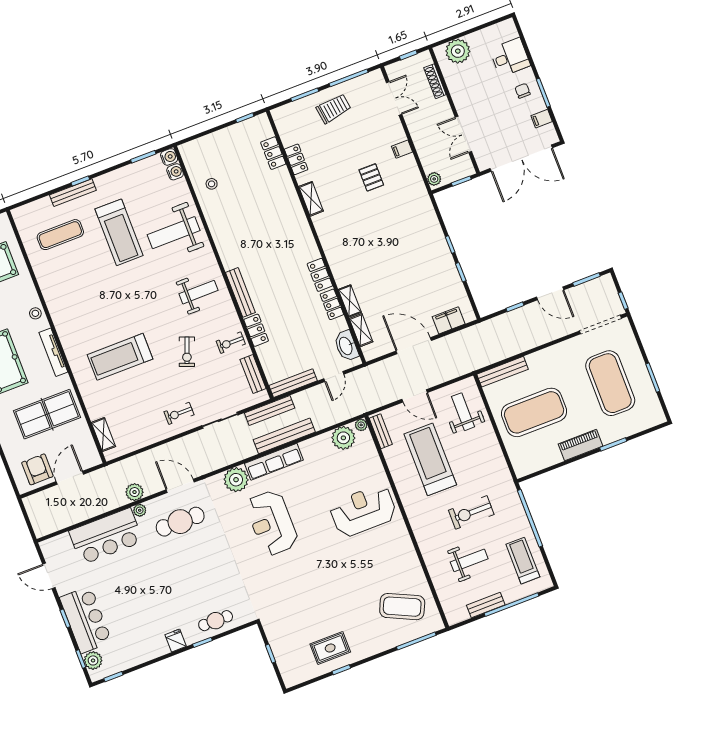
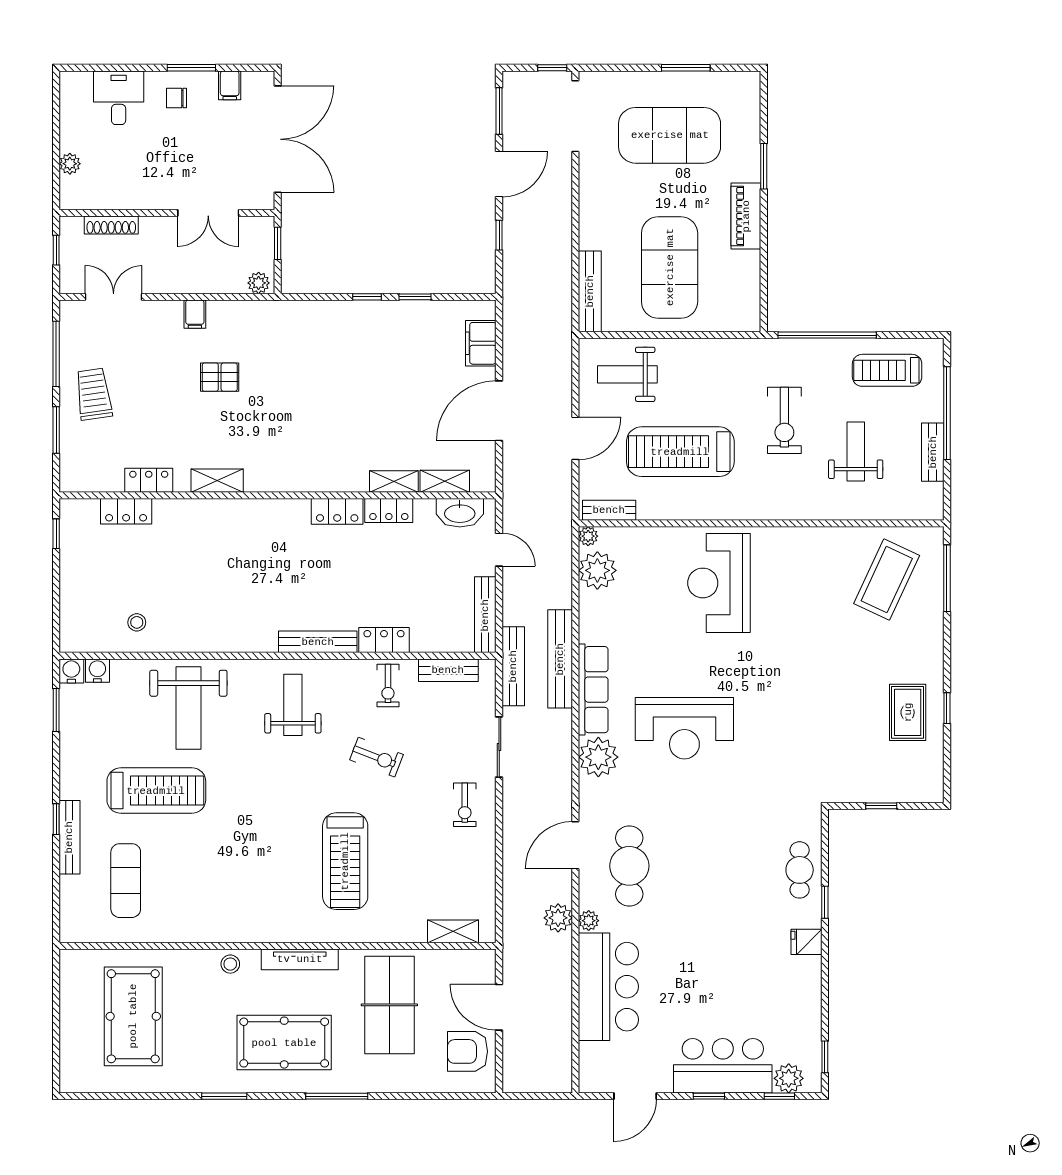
plant: (458, 51) -> (70, 164), width x0.53, depth x0.53

